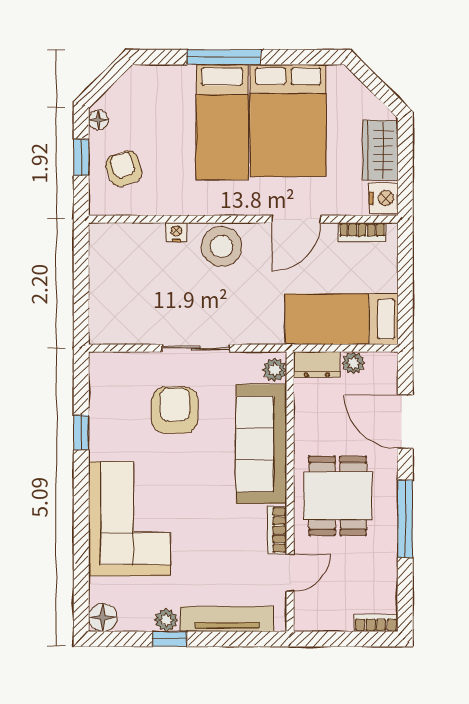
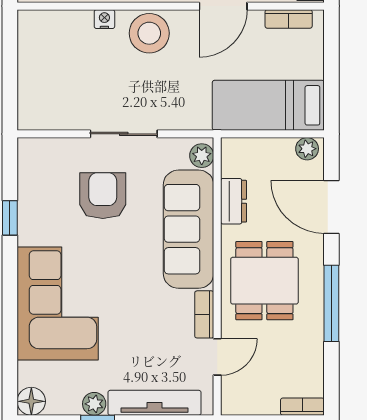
plant: (353, 363) -> (307, 149), moved
dresser: (317, 364) -> (234, 201), moved, turned -90

